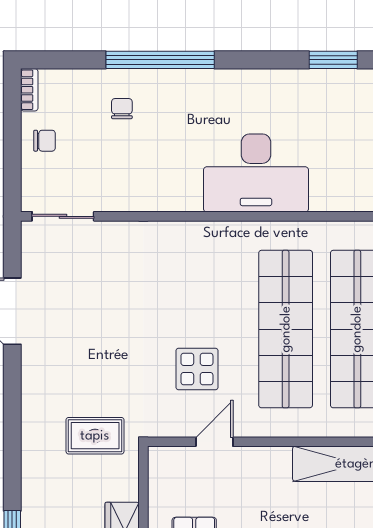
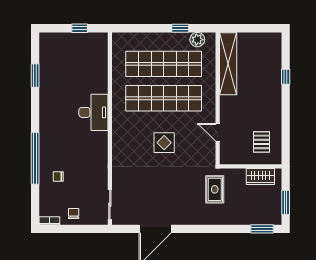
desk: (256, 173) -> (93, 112), width x0.73, depth x0.77
display table: (197, 369) -> (164, 143), moved

